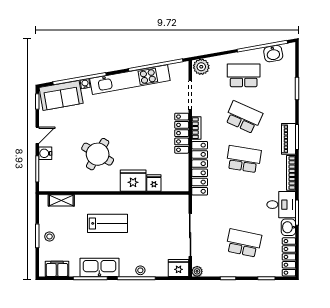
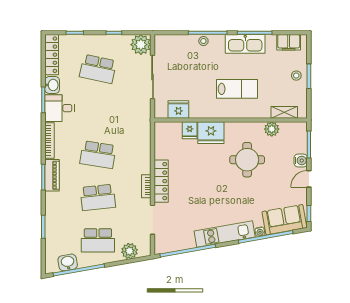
plant: (201, 67) -> (129, 251), moved
kitchen unit: (130, 80) -> (225, 234), width x0.73
school desk: (244, 117) -> (98, 197), turned -30
round table: (98, 154) -> (247, 160), turned -30
locker: (200, 168) -> (143, 145), removed
plant: (74, 184) -> (272, 129), added
lab bench: (107, 223) -> (237, 89), turned 180
fridge: (179, 268) -> (178, 110), moved, turned 180
plant: (197, 271) -> (141, 45), width x1.88, depth x1.88

